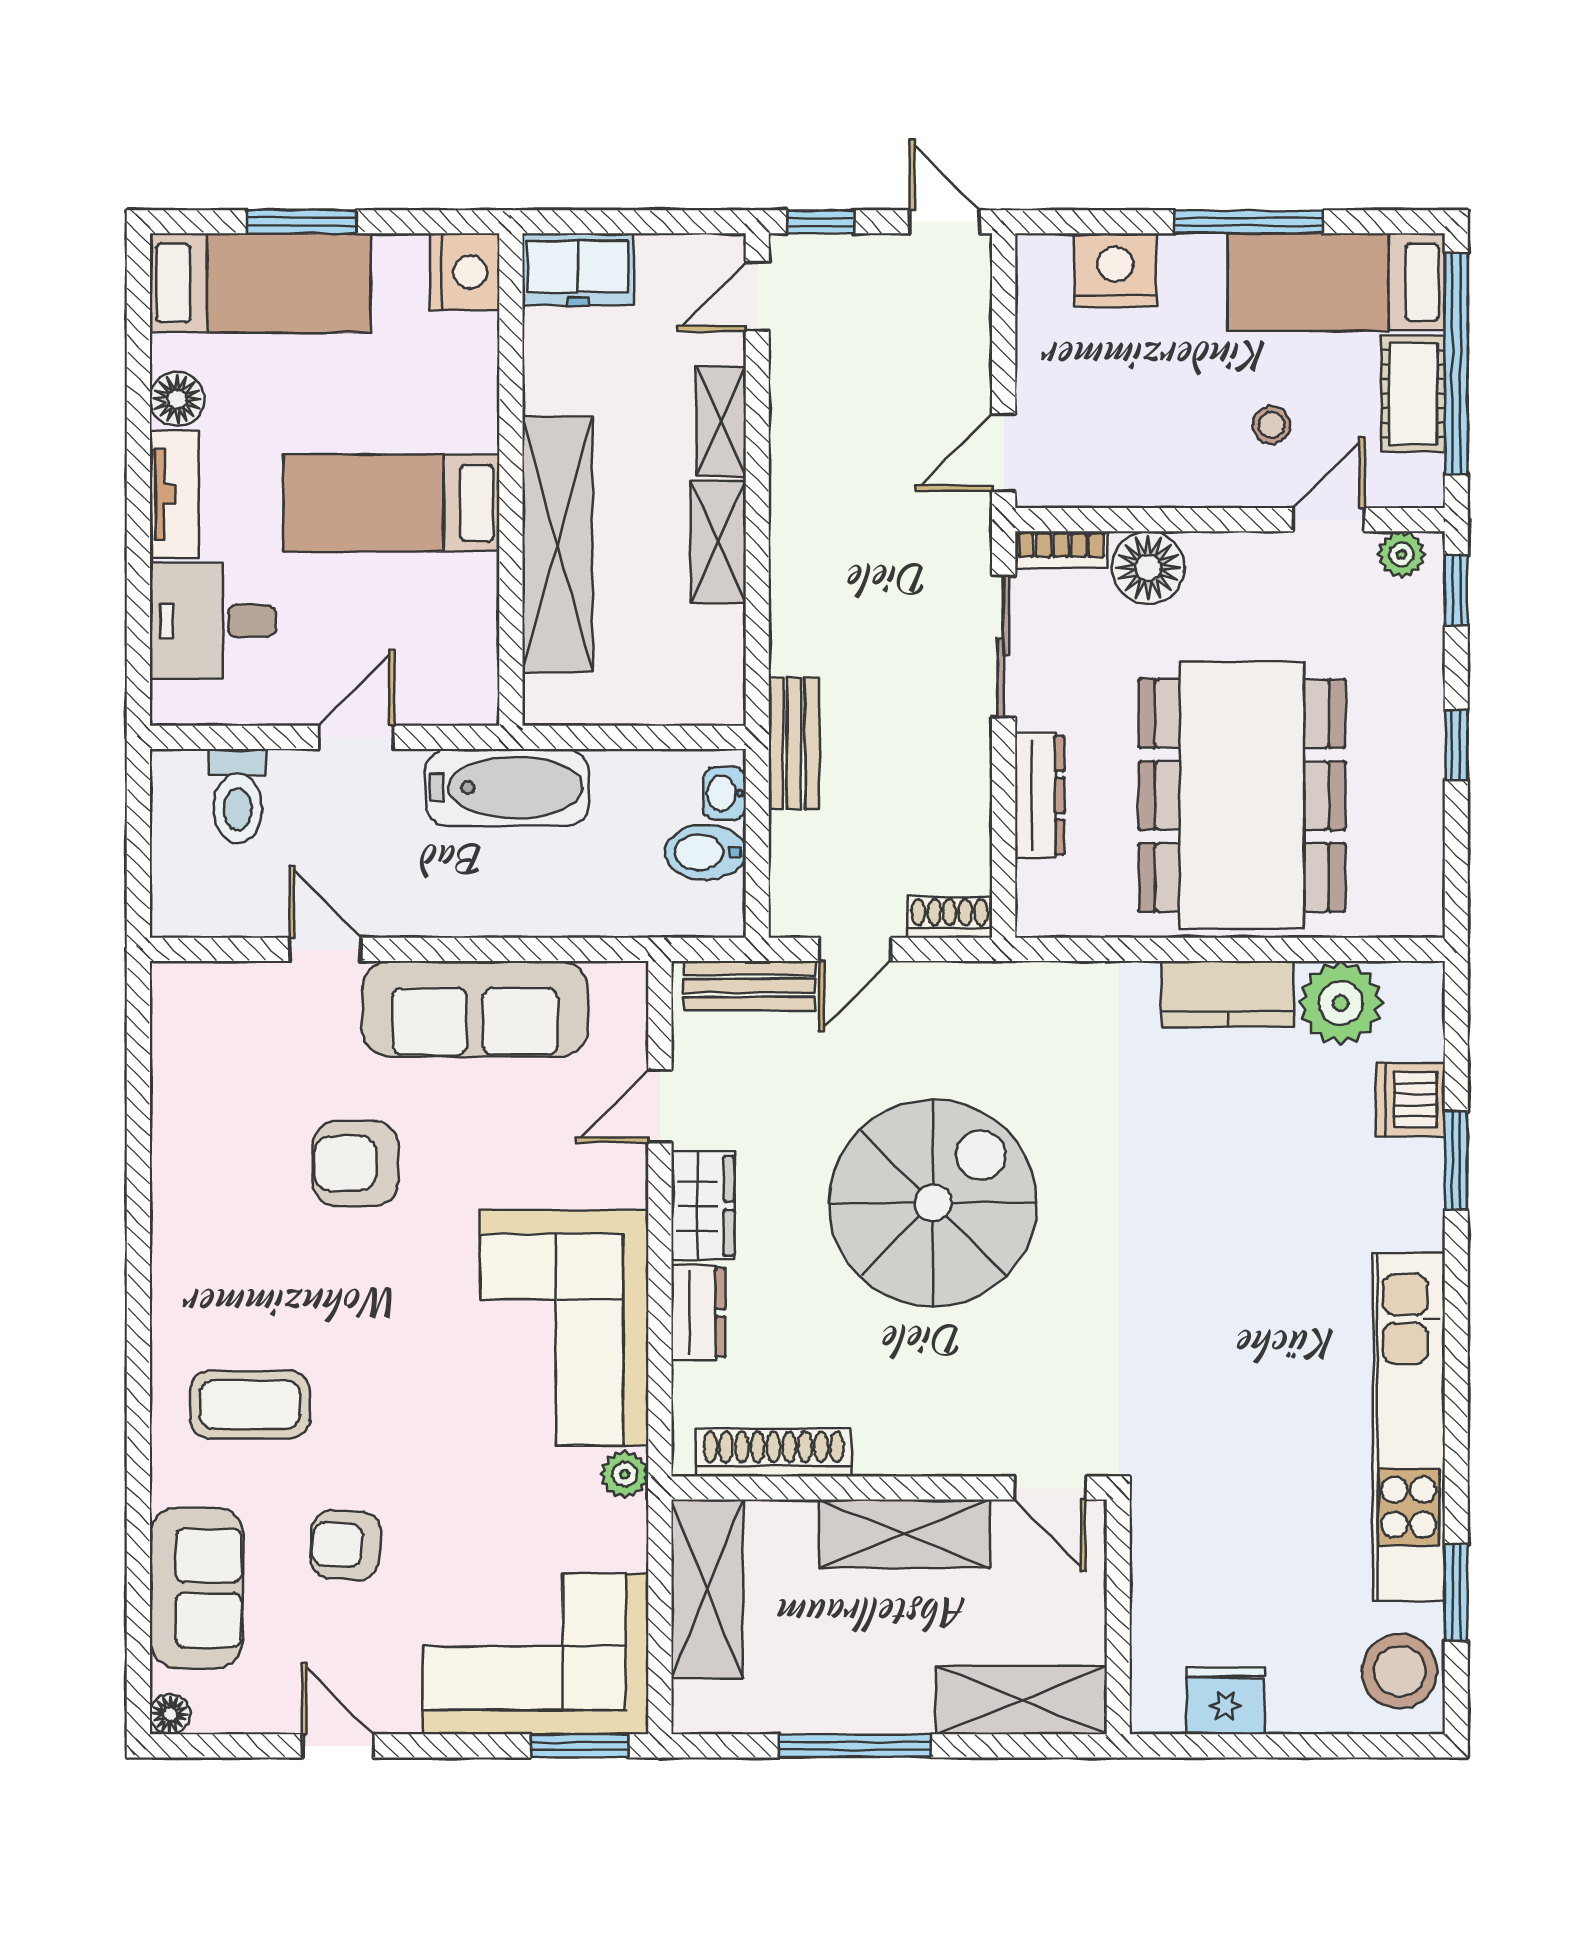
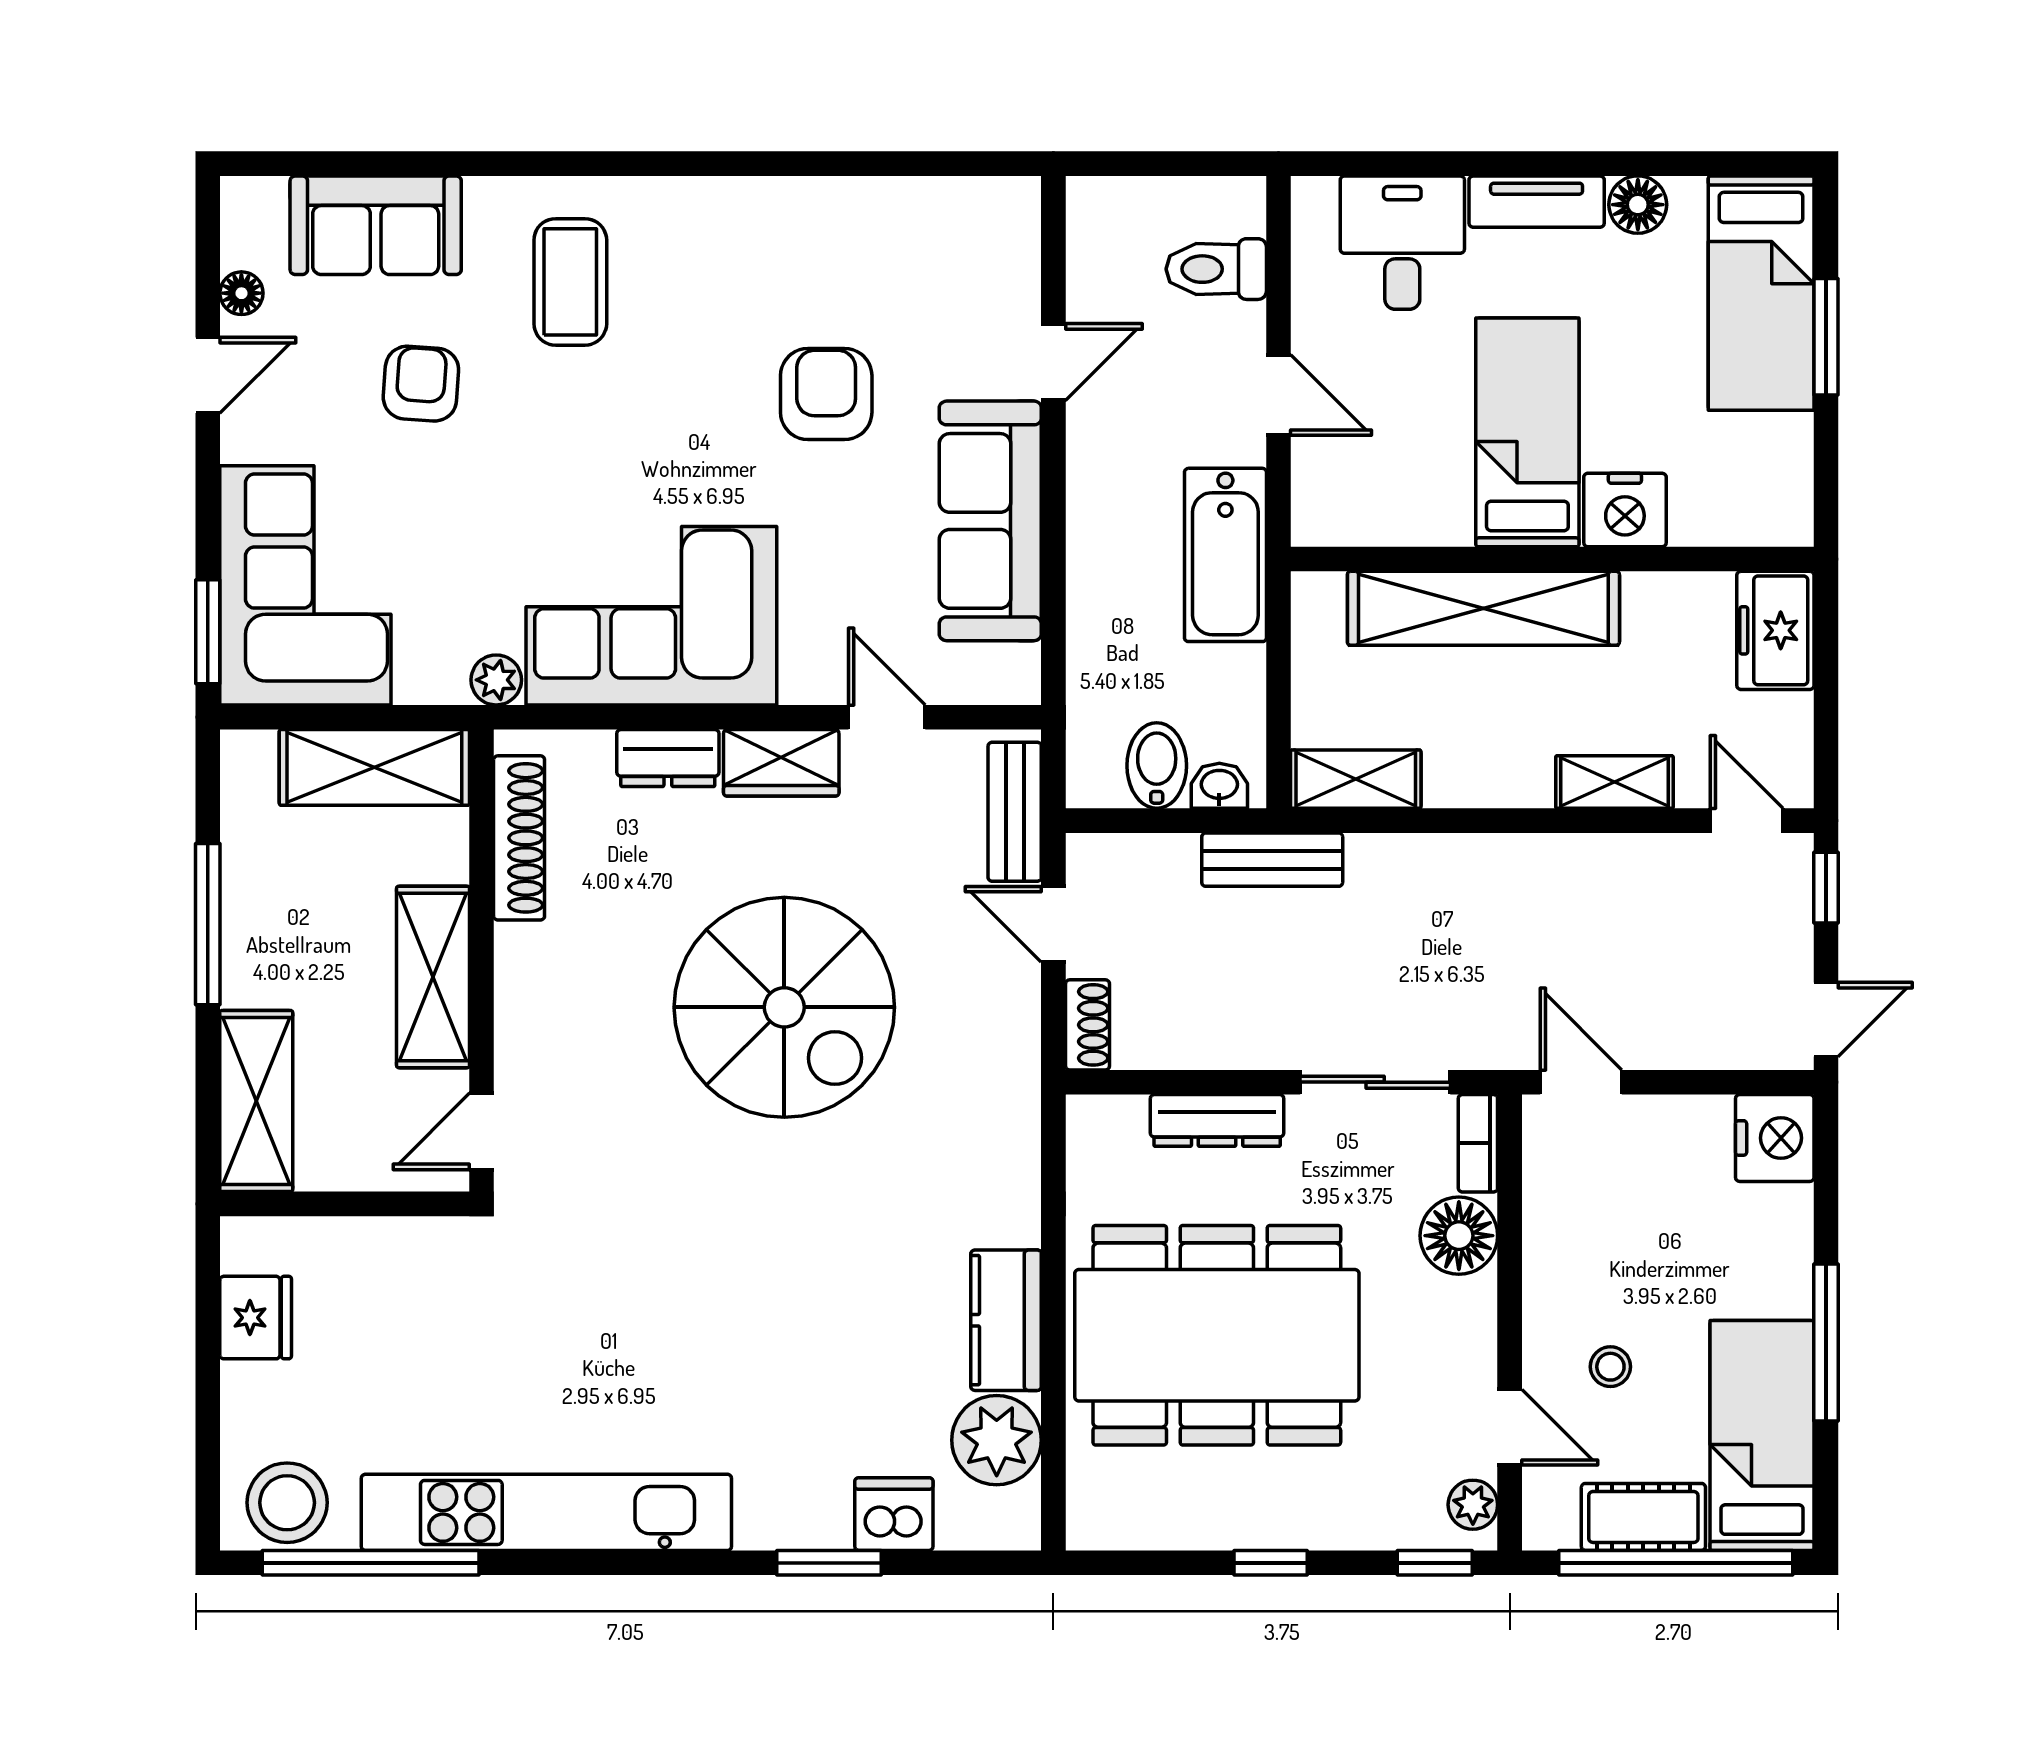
nightstand: (1115, 270) -> (1775, 1138), moved
nightstand: (465, 272) -> (1625, 510), moved
shelving: (718, 542) -> (1356, 779), moved
window: (1456, 1593) -> (371, 1563), width x2.11
floor lamp: (170, 1714) -> (241, 293), moved

